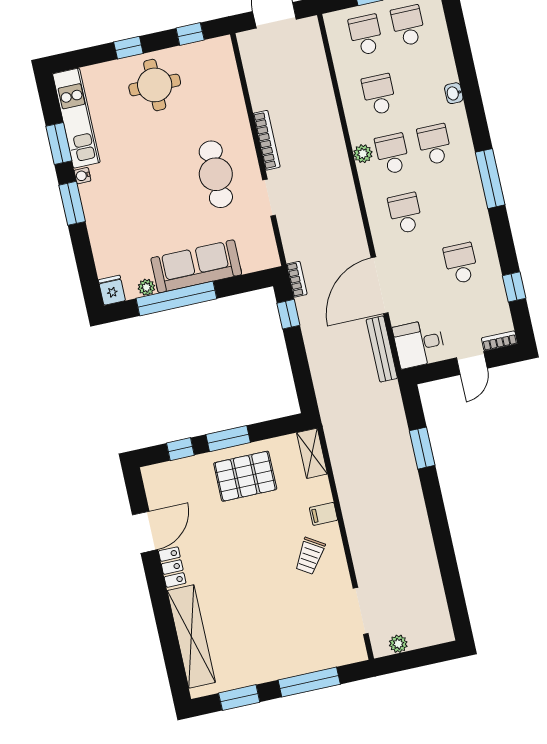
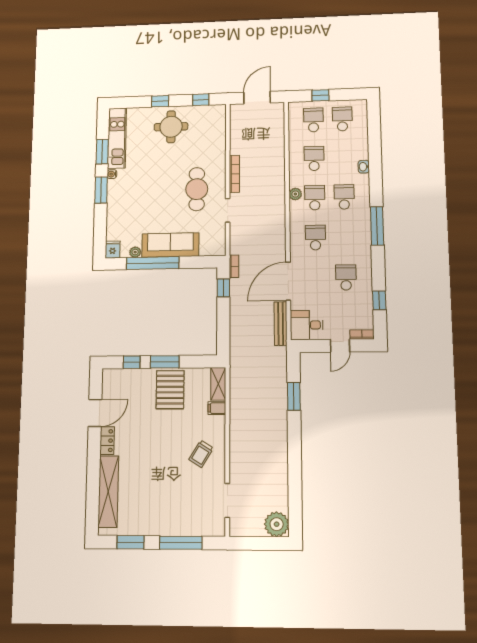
pallet: (245, 476) -> (170, 390), turned 90
filing cabinet: (323, 514) -> (217, 408), moved
plant: (398, 644) -> (277, 524), moved, width x1.88, depth x1.88

